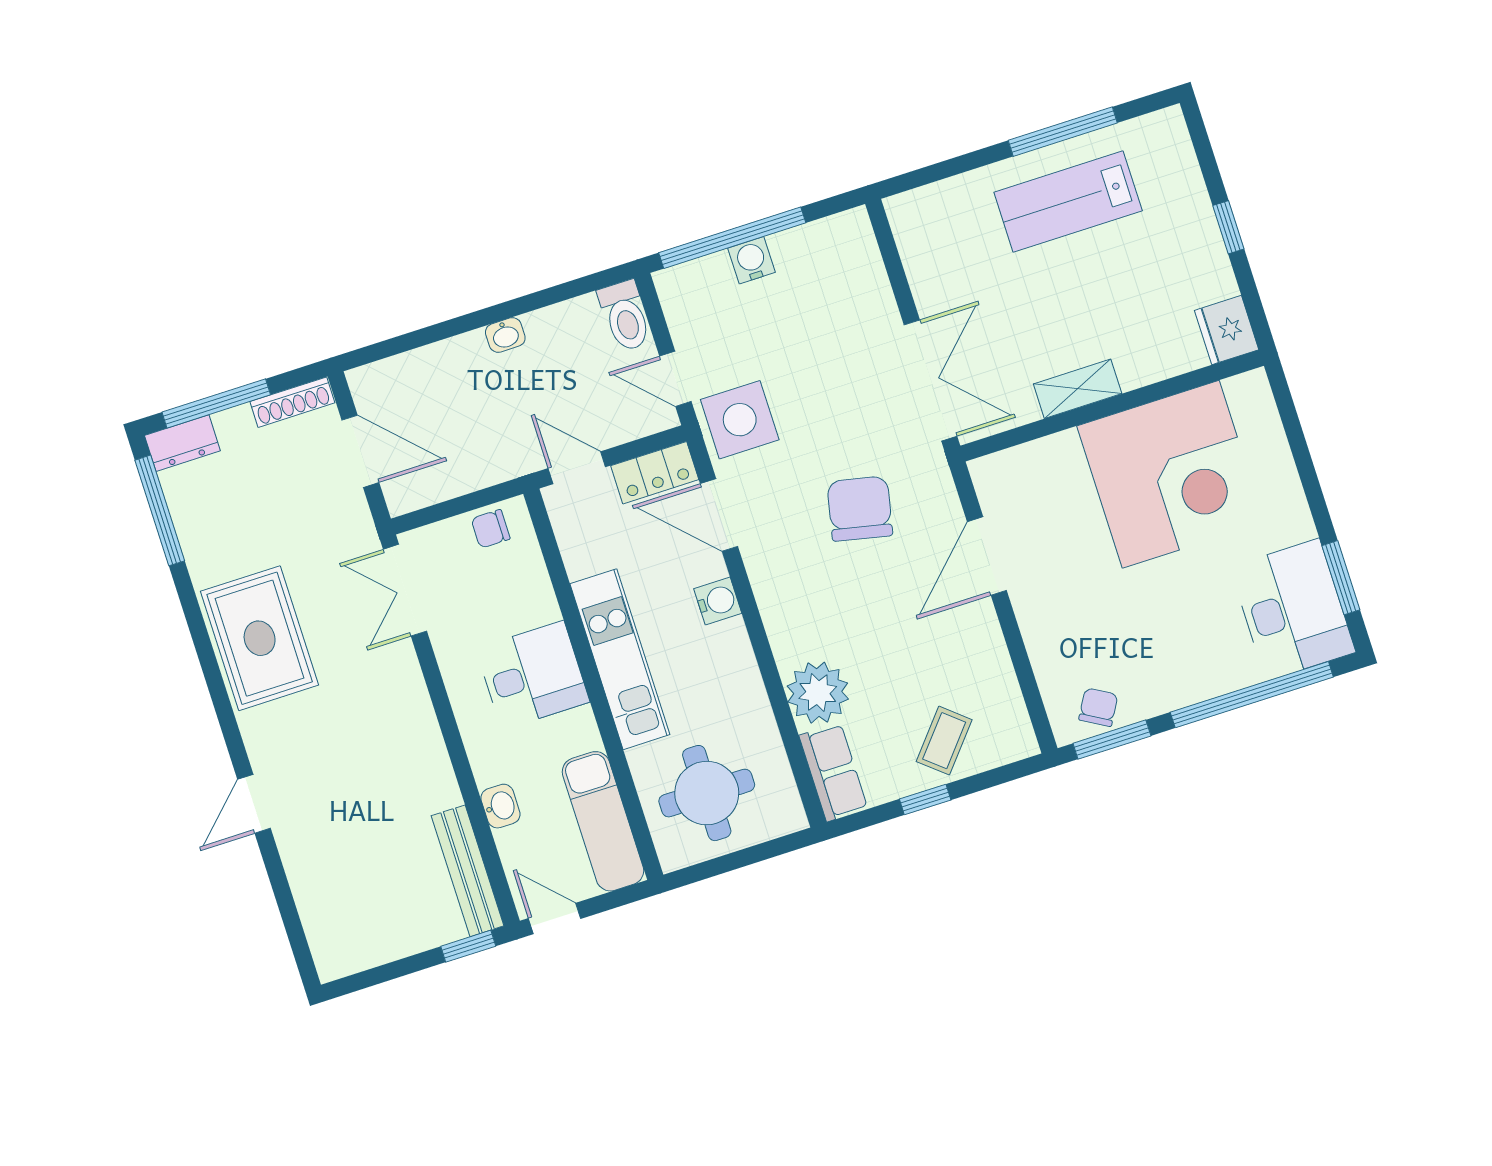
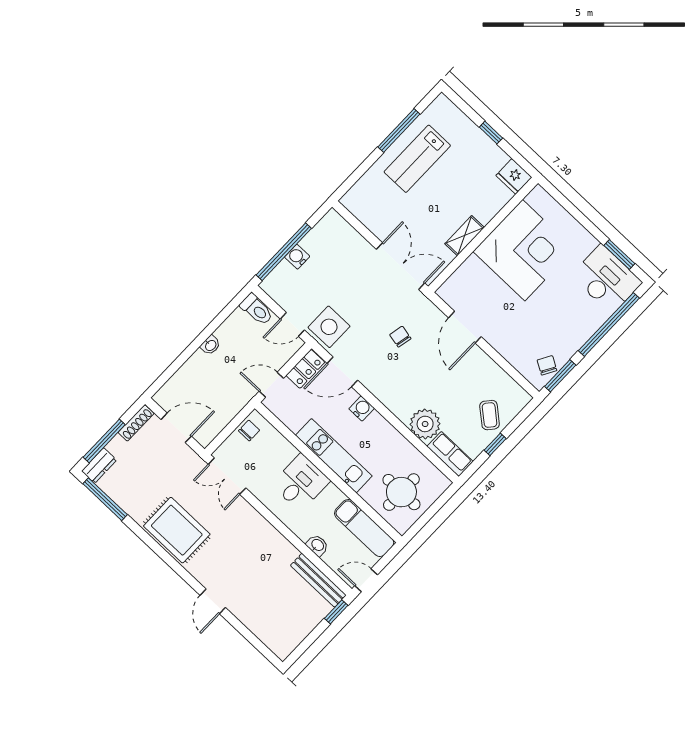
chair: (860, 509) -> (400, 337), width x0.54, depth x0.54
chair: (491, 529) -> (249, 430), turned 180

